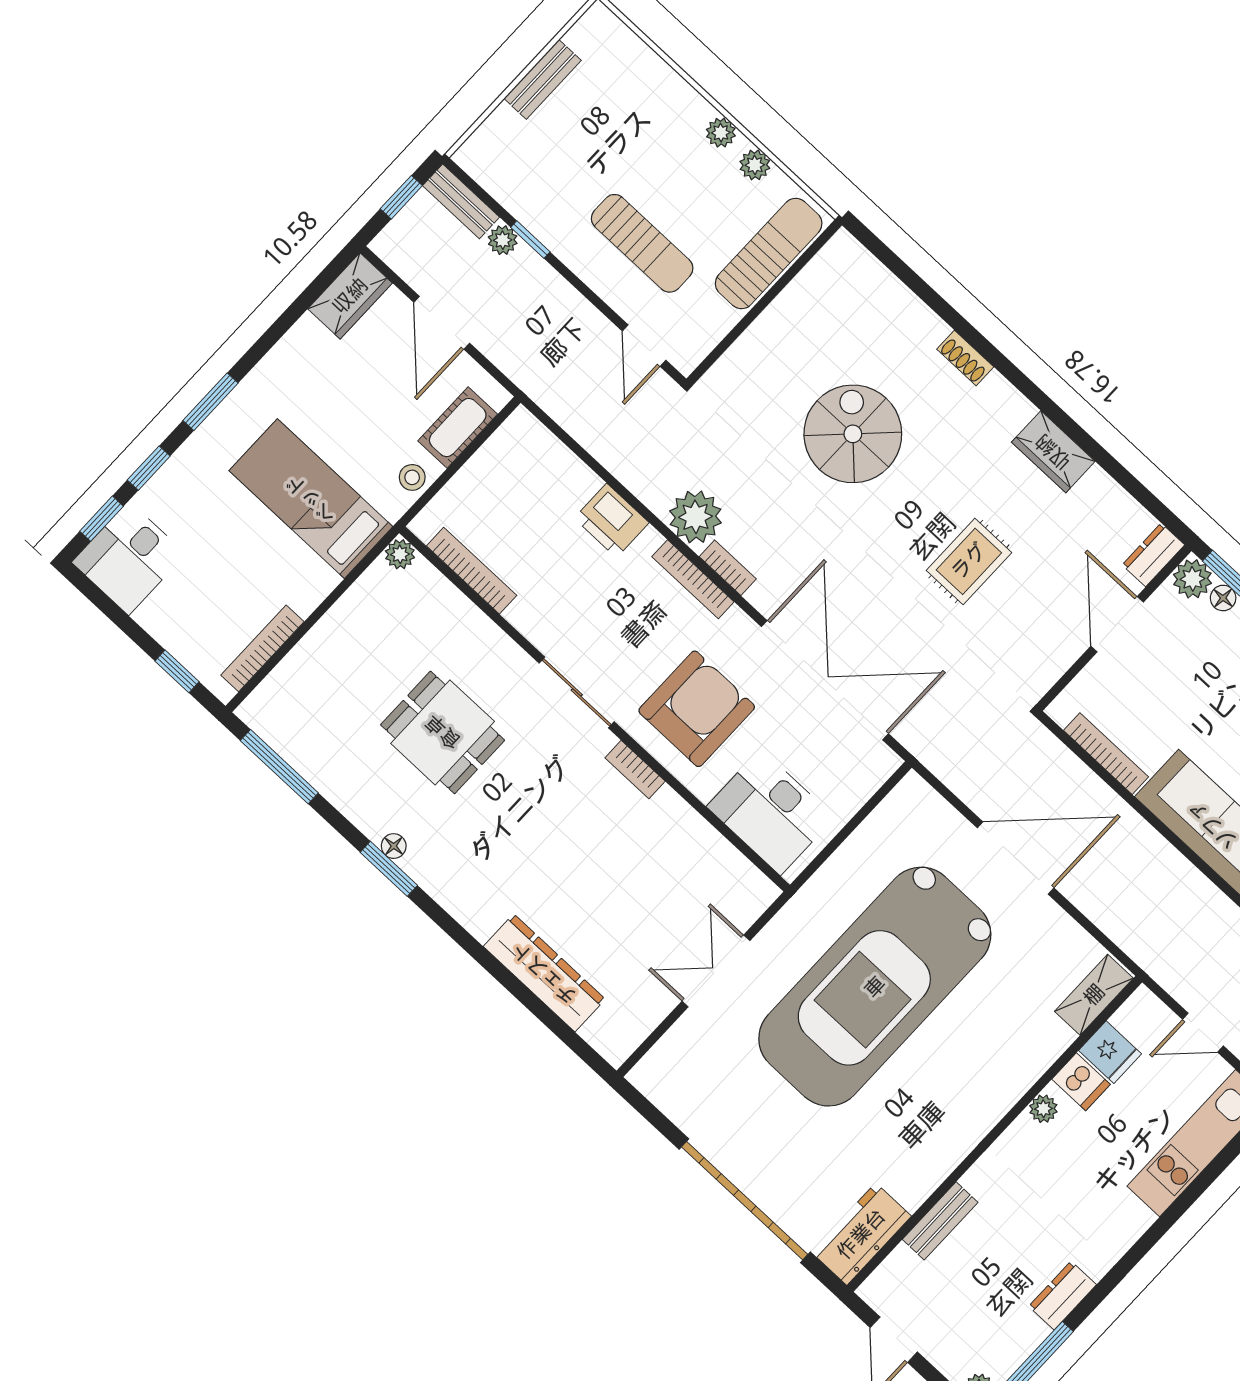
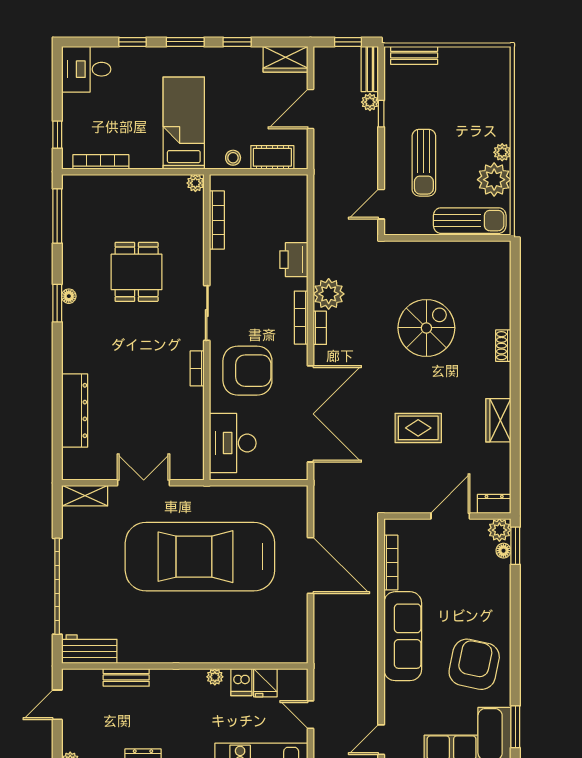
bench: (543, 79) -> (414, 55), moved
plant: (755, 165) -> (494, 180), width x1.88, depth x1.88
window: (101, 519) -> (237, 42), moved
shelving: (1094, 995) -> (85, 496), moved

